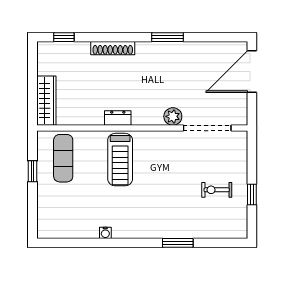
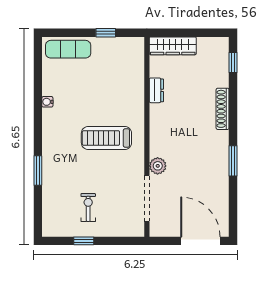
dresser: (118, 118) -> (156, 90), moved
exercise mat: (63, 158) -> (68, 49), moved
treadmill: (120, 160) -> (106, 138), moved

